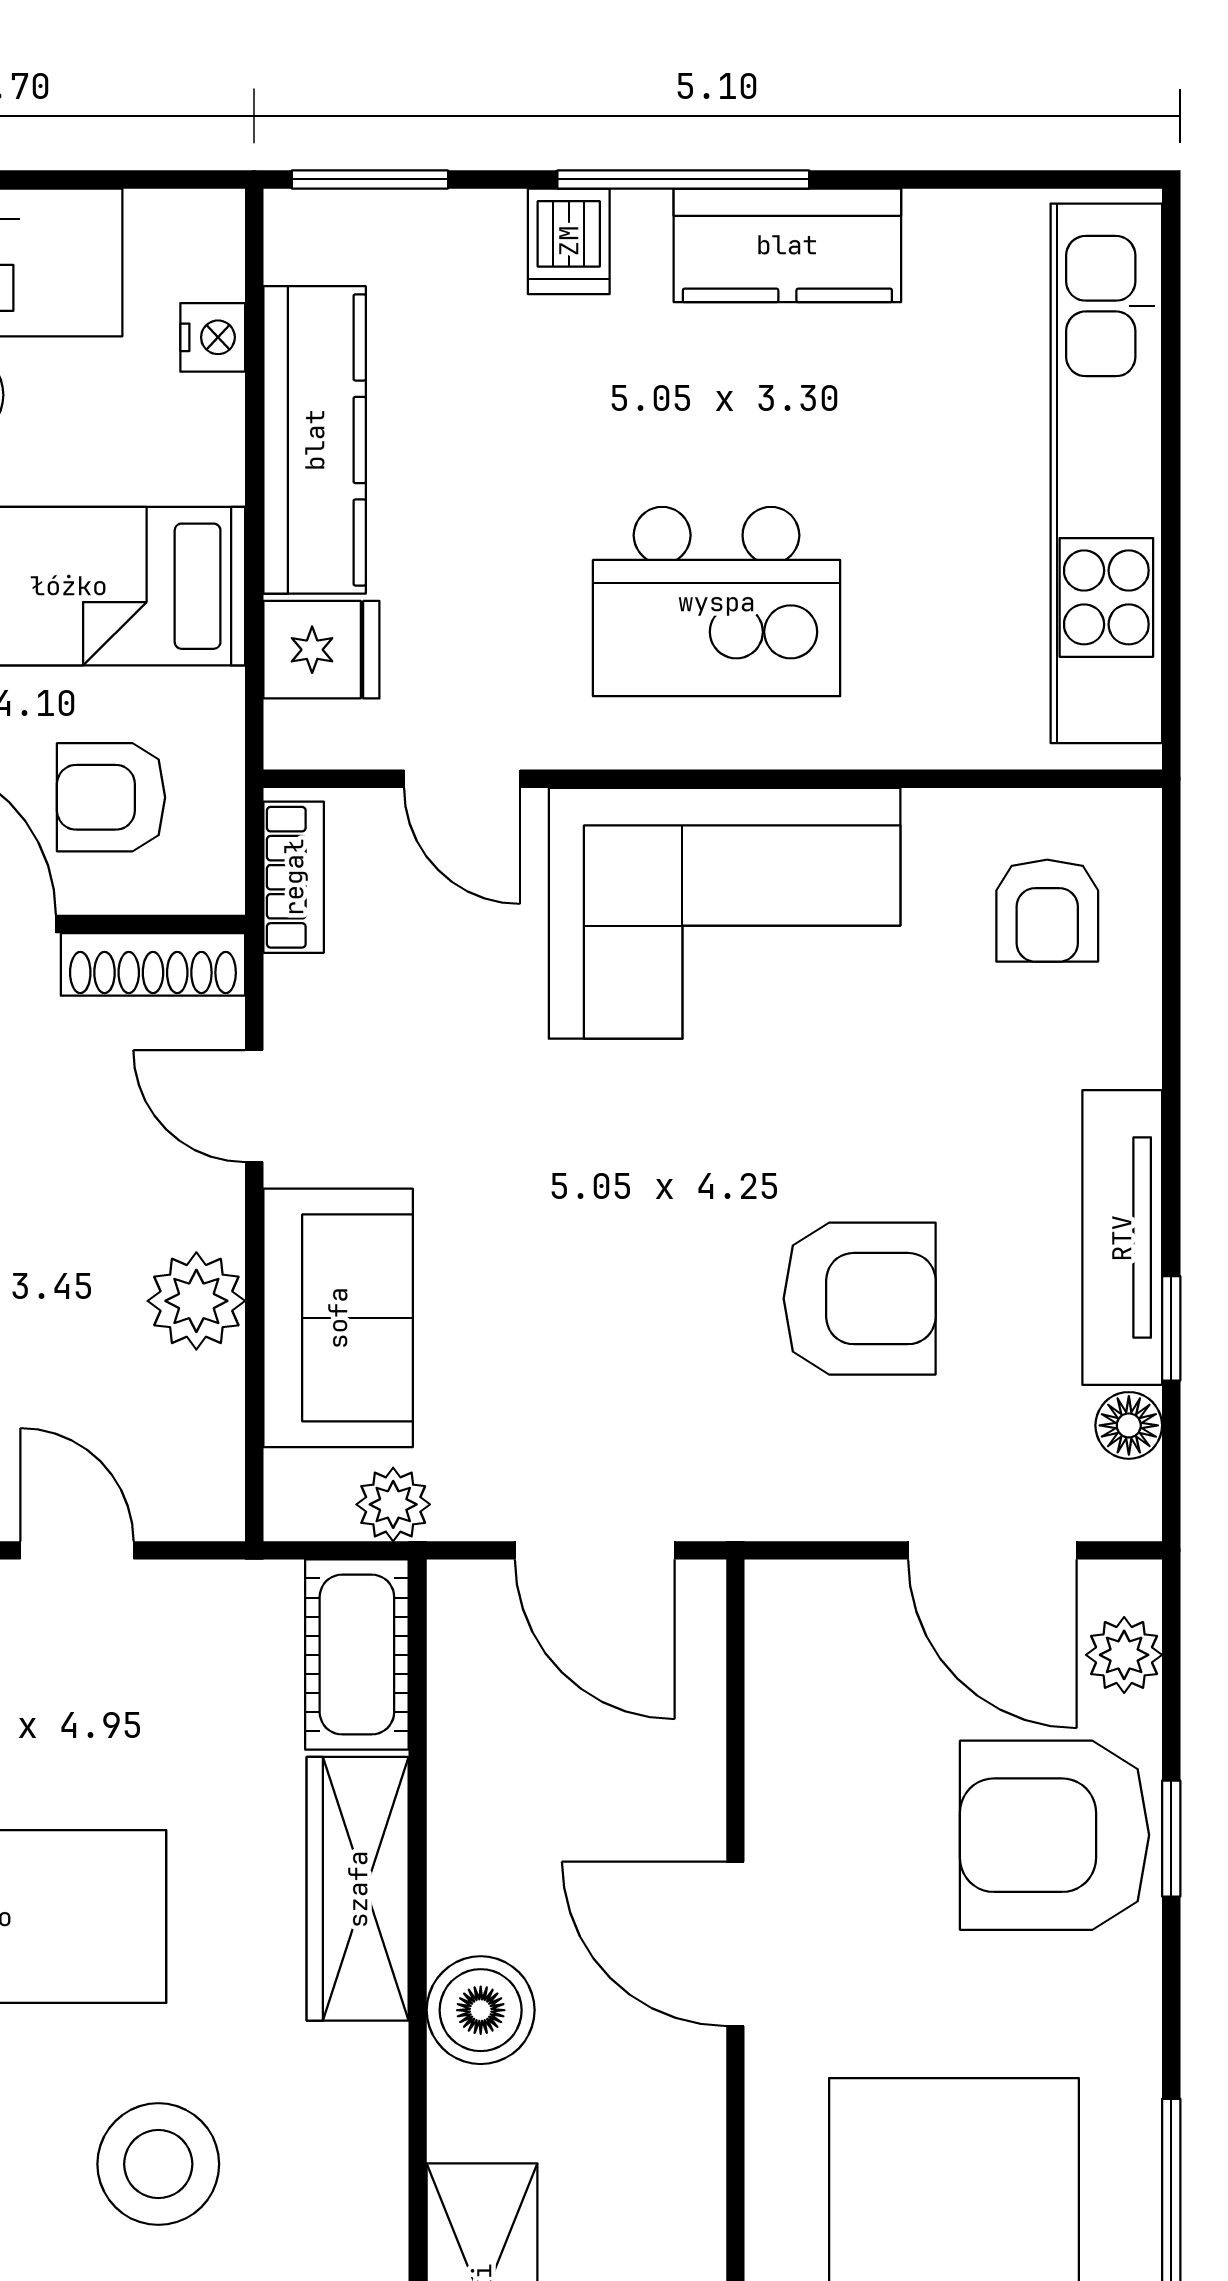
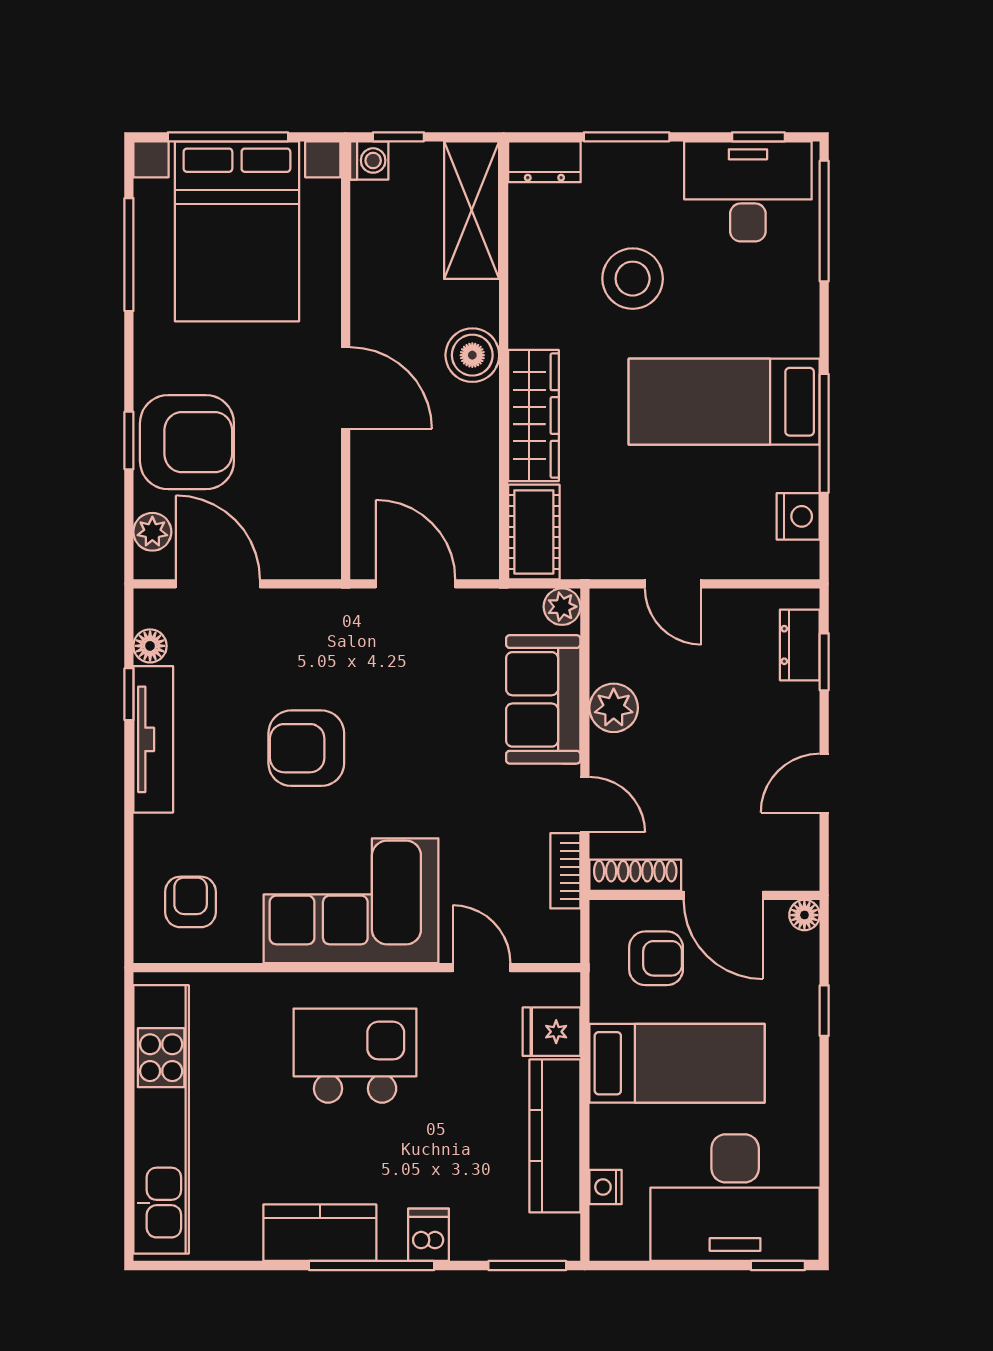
bookcase: (294, 877) -> (565, 871), moved
armchair: (860, 1299) -> (306, 748), moved
plant: (393, 1504) -> (562, 607), moved

